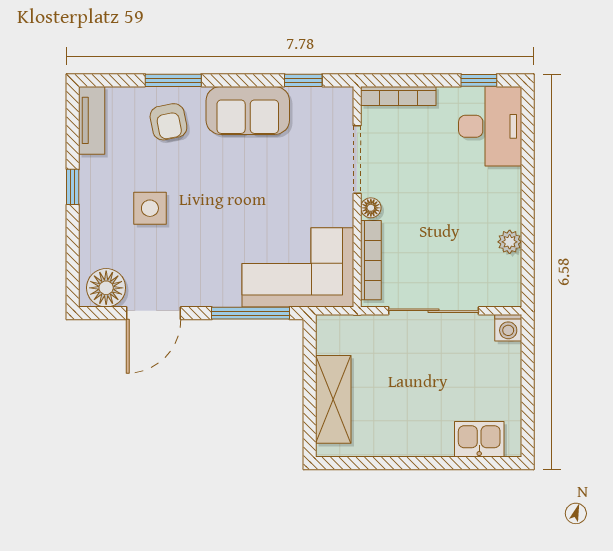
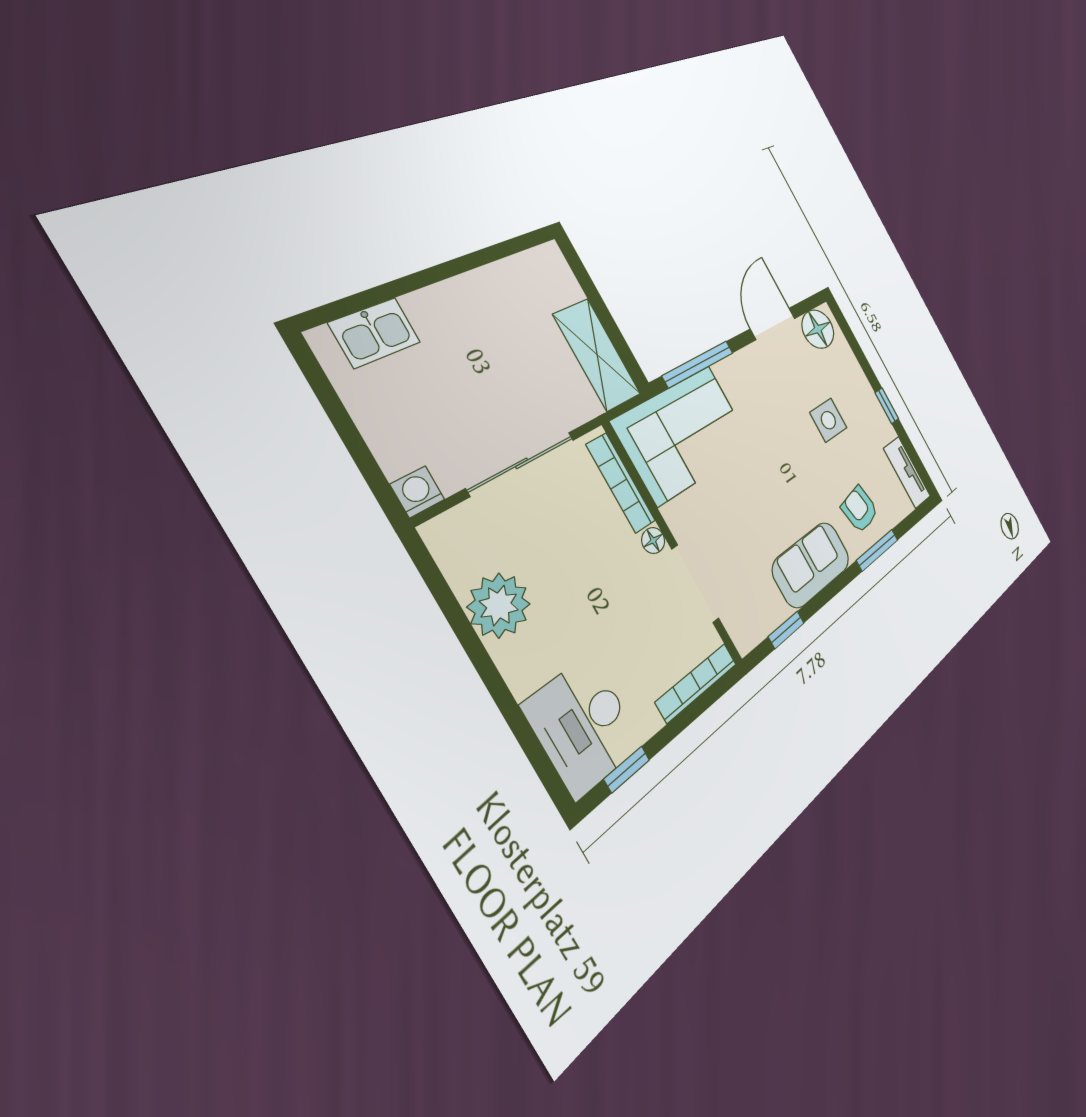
plant: (510, 242) -> (499, 605), width x1.87, depth x1.87
shelving: (333, 399) -> (597, 355), moved

